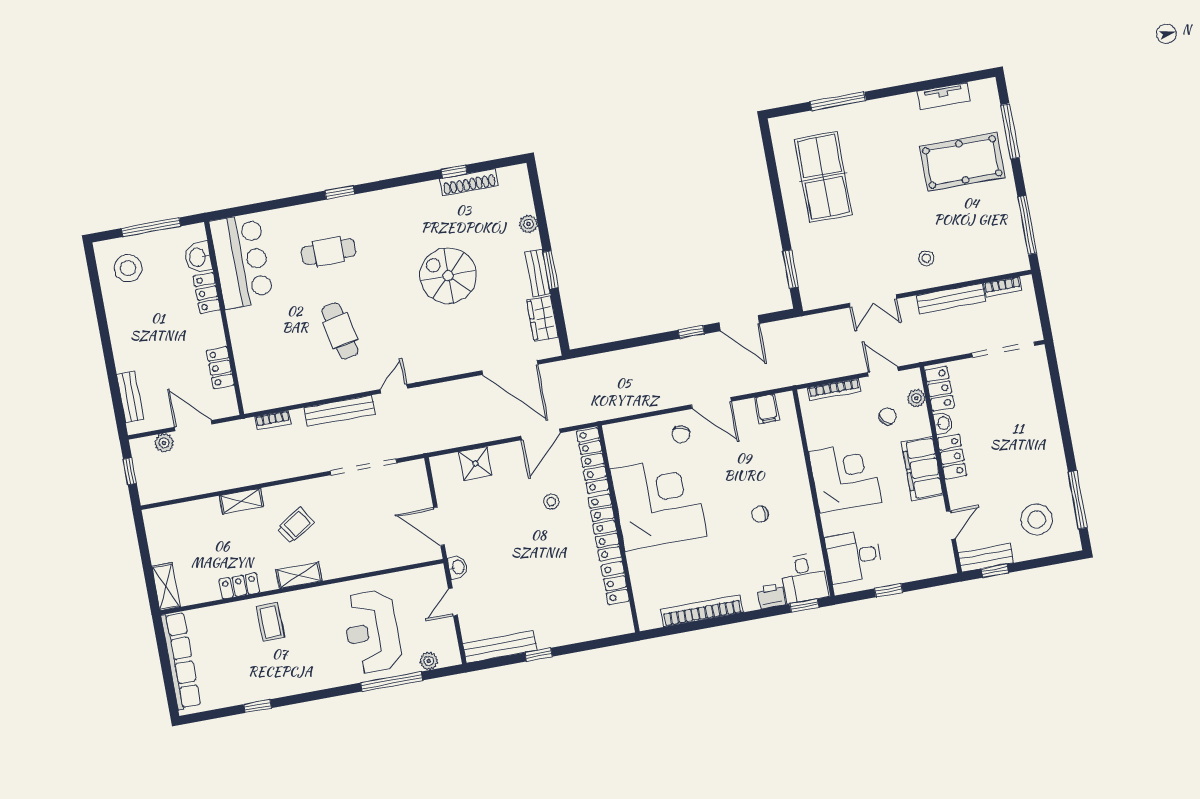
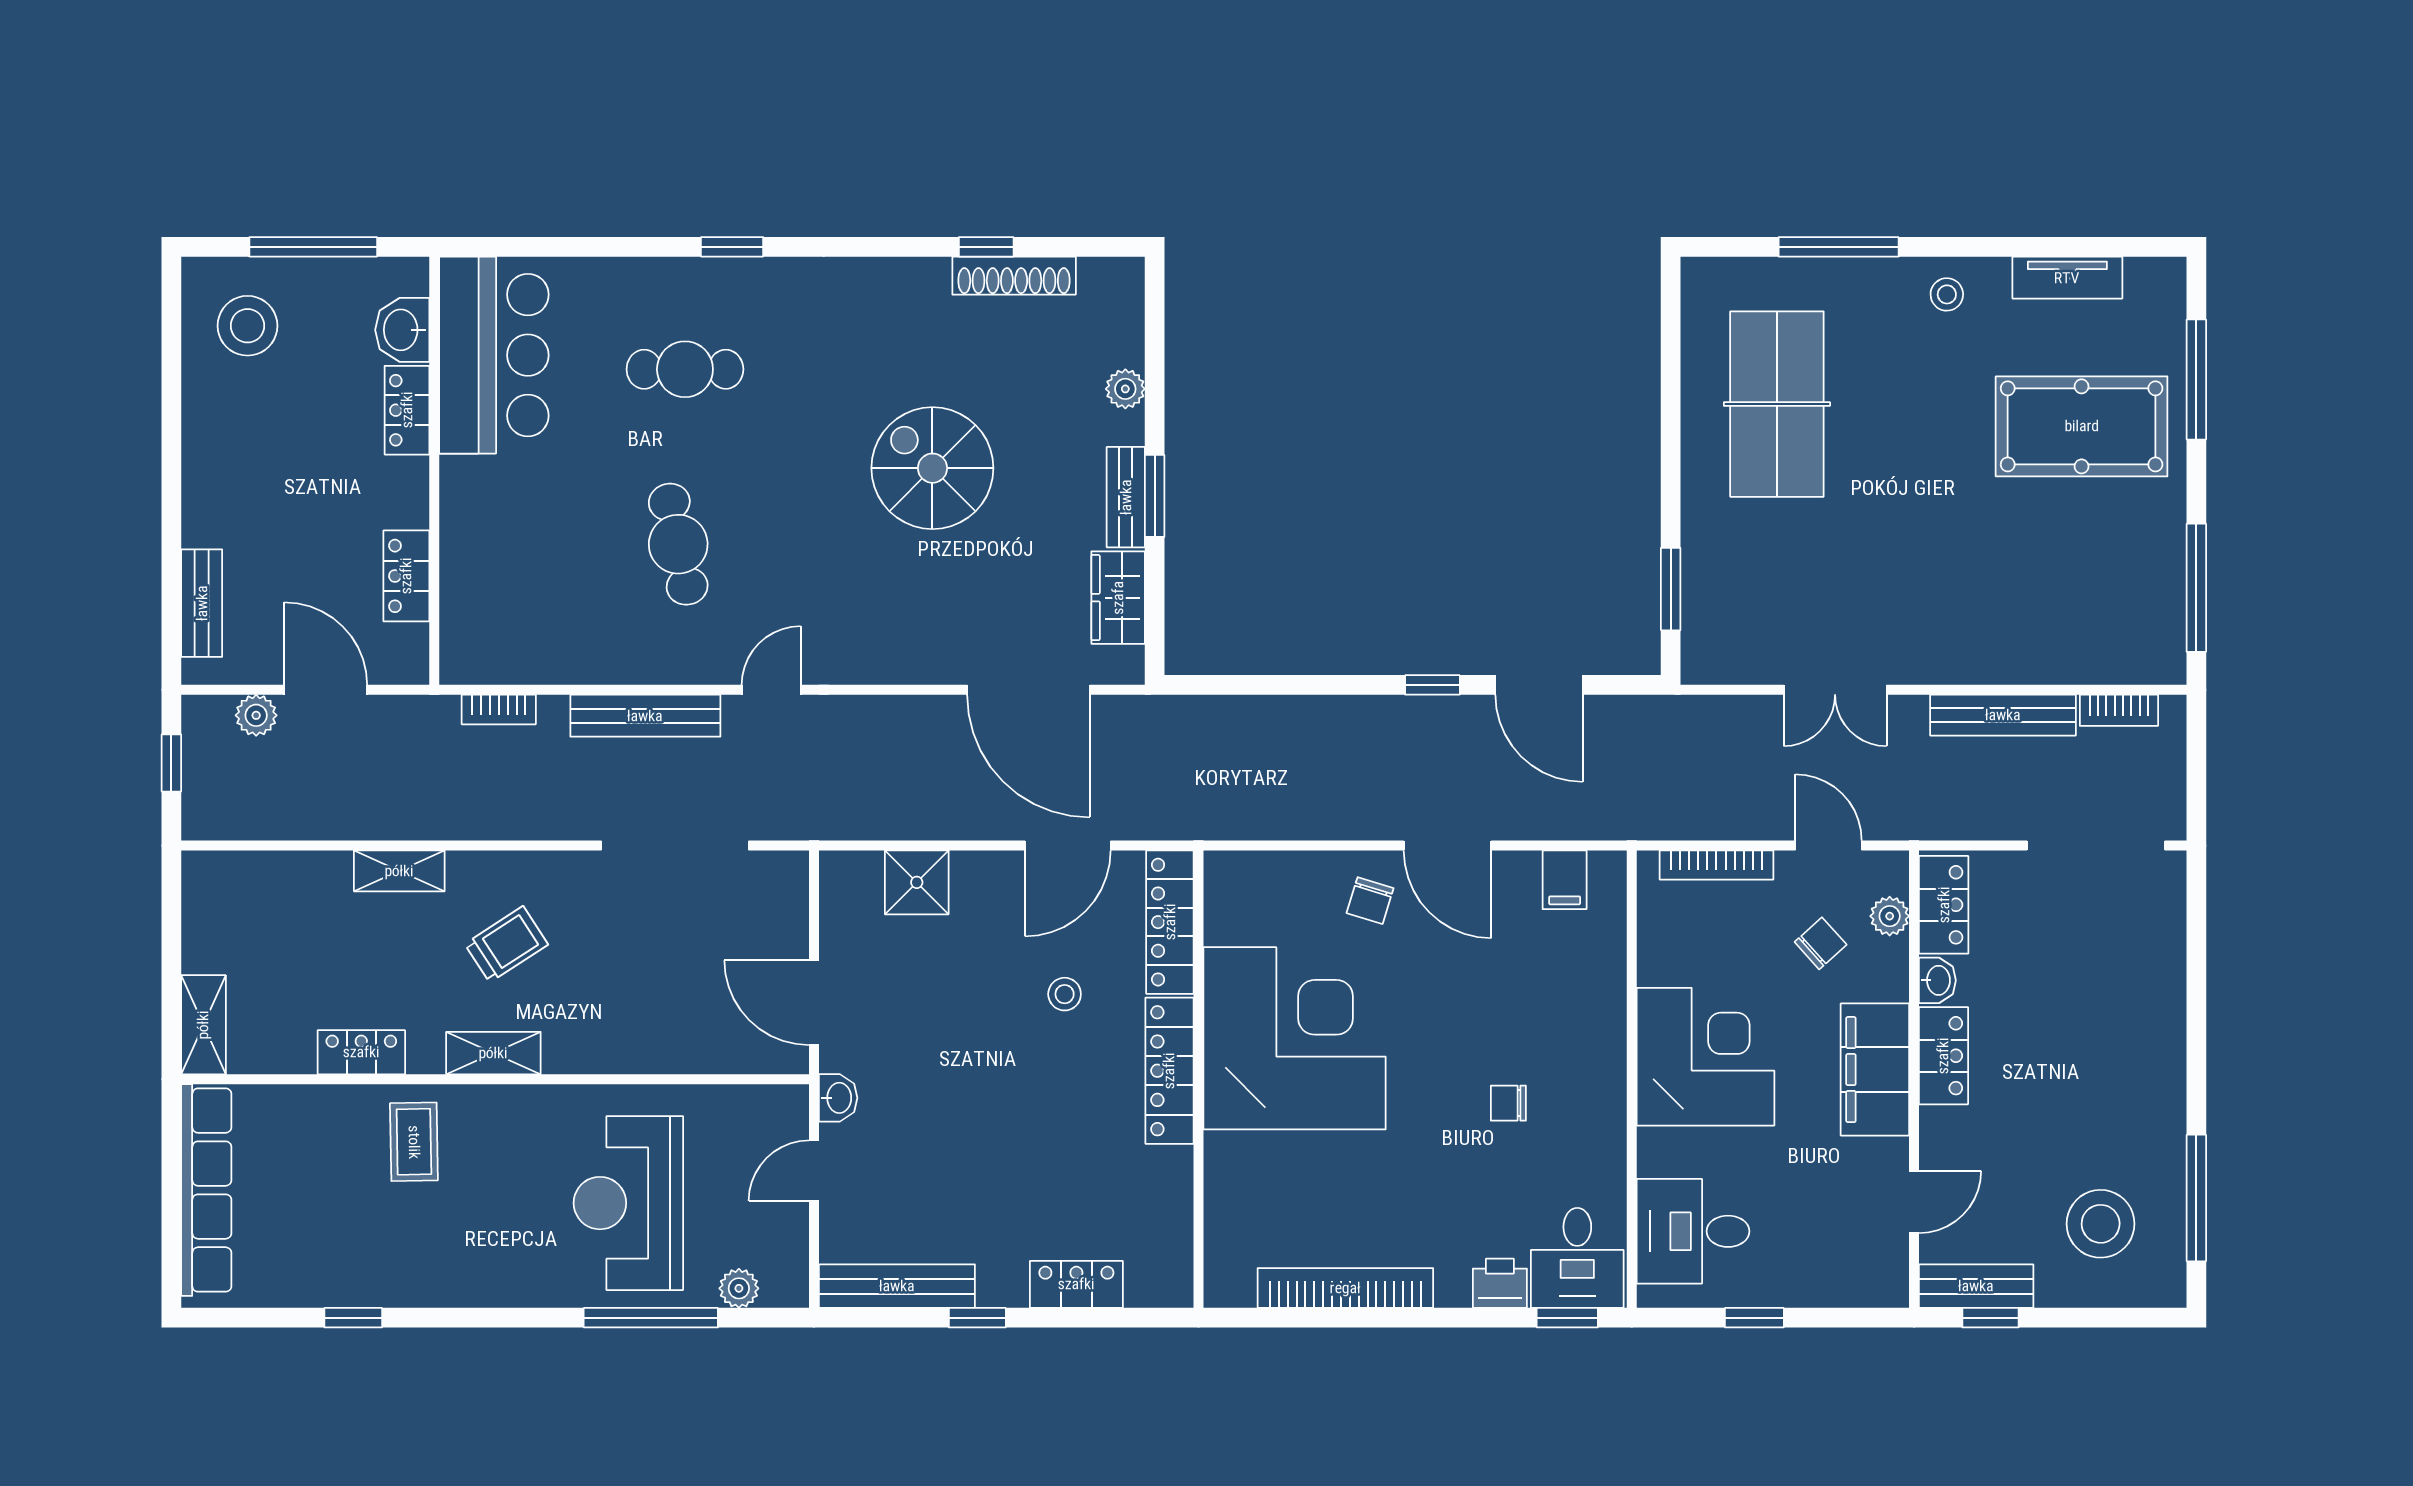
stool: (926, 258) -> (1947, 294), moved
locker: (615, 583) -> (1076, 1284), moved, turned 90

